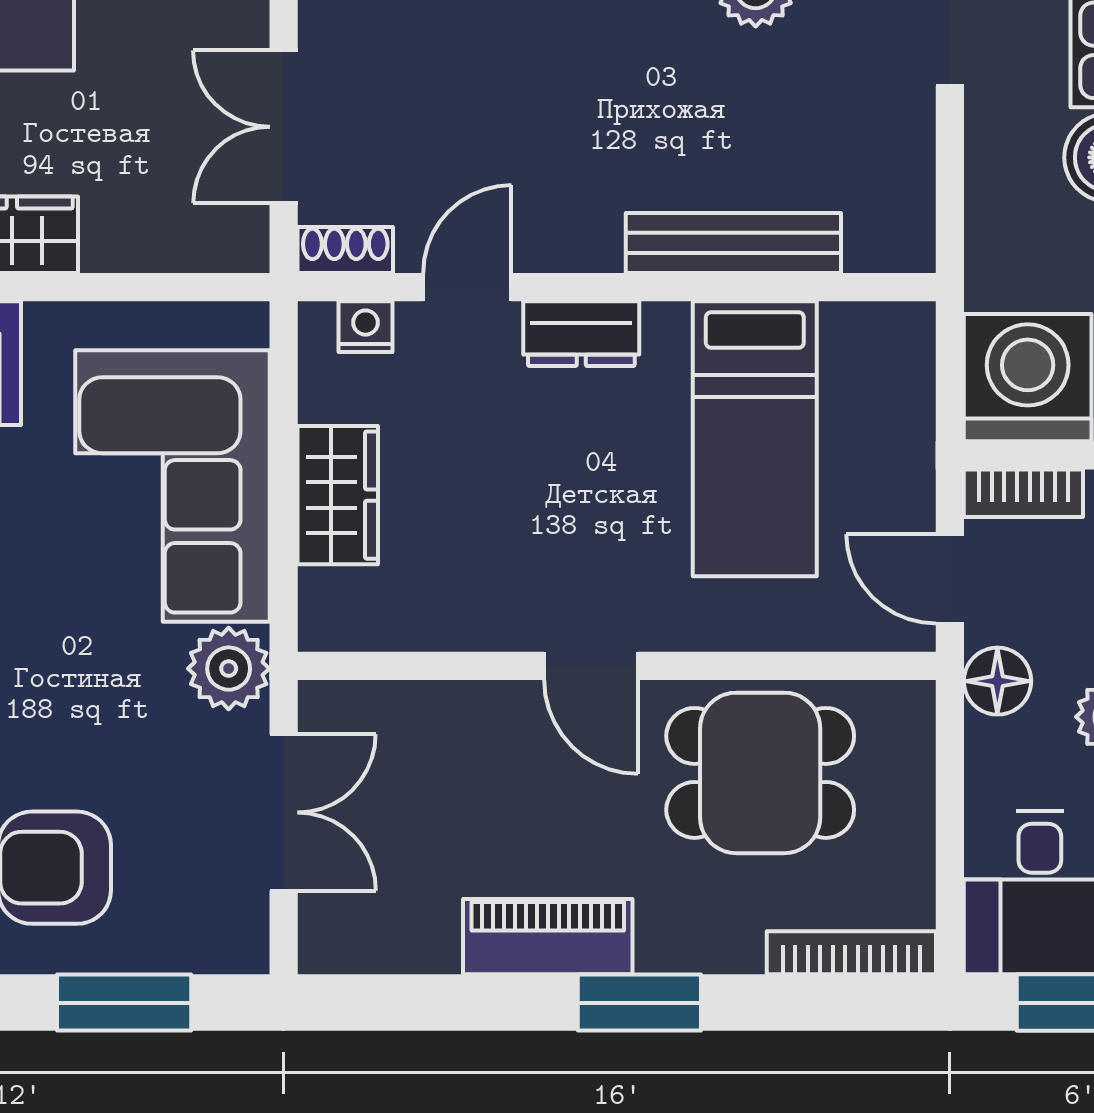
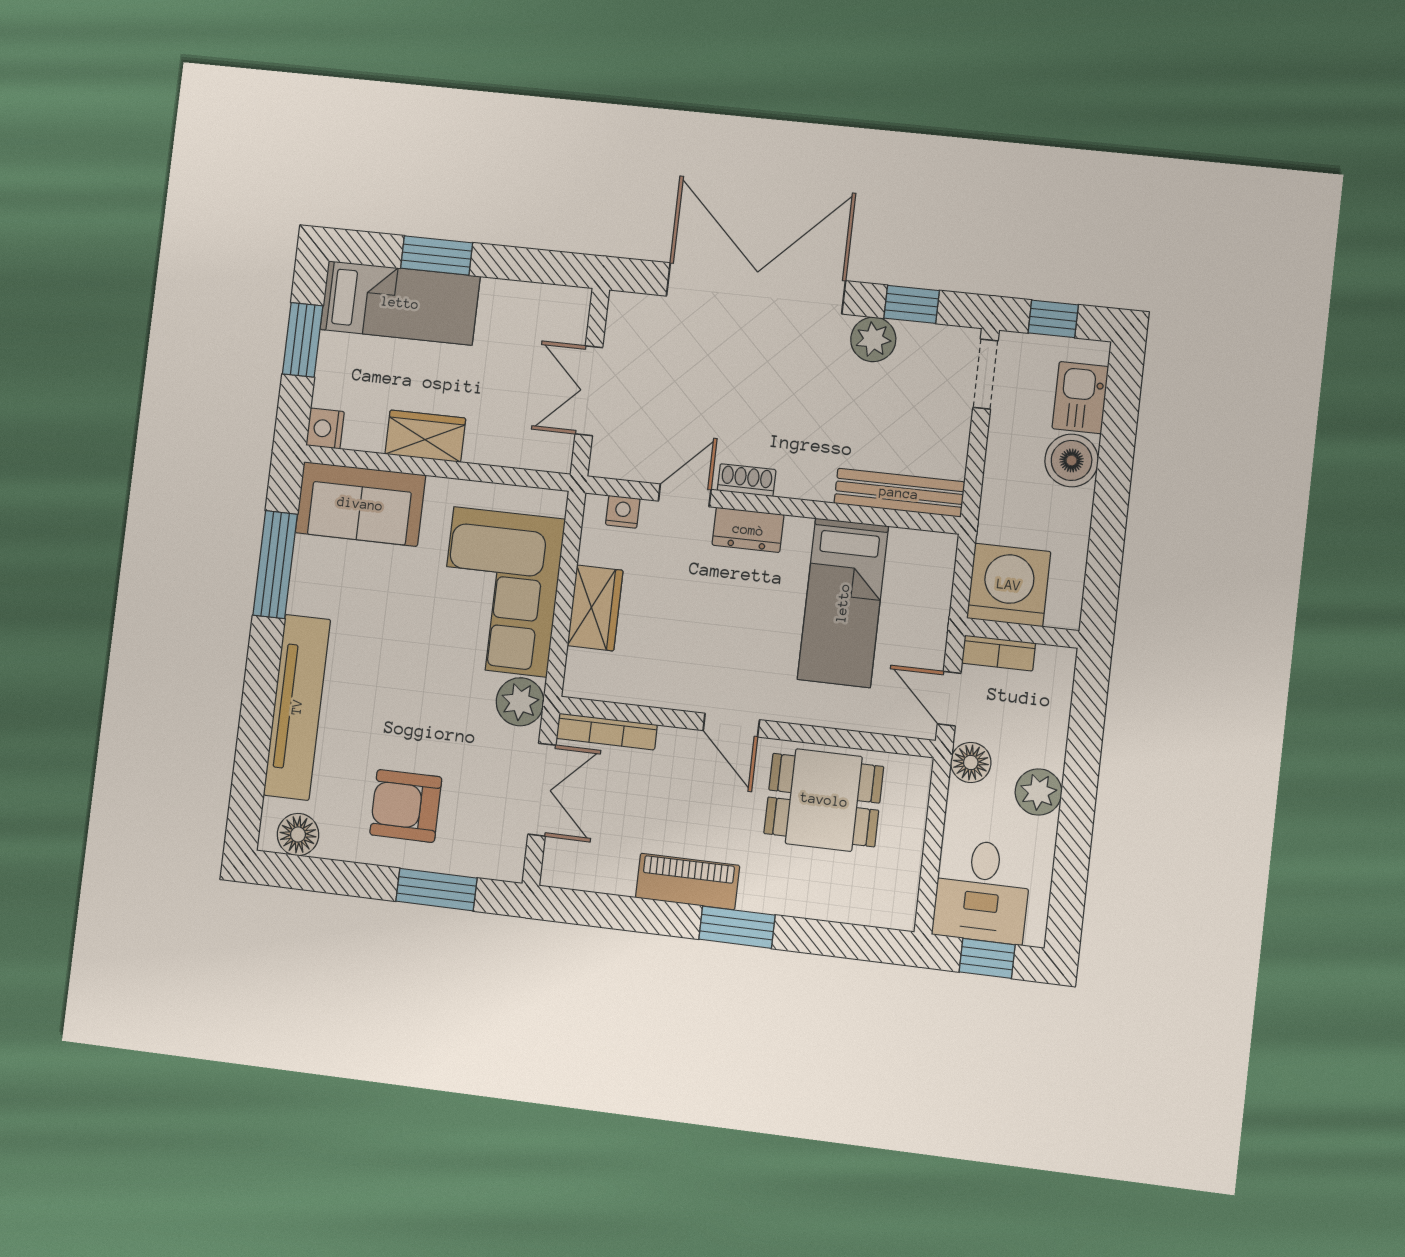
bench: (733, 243) -> (899, 493), moved
shoe rack: (345, 250) -> (747, 480), moved
bookcase: (851, 953) -> (607, 732), moved, turned 180

